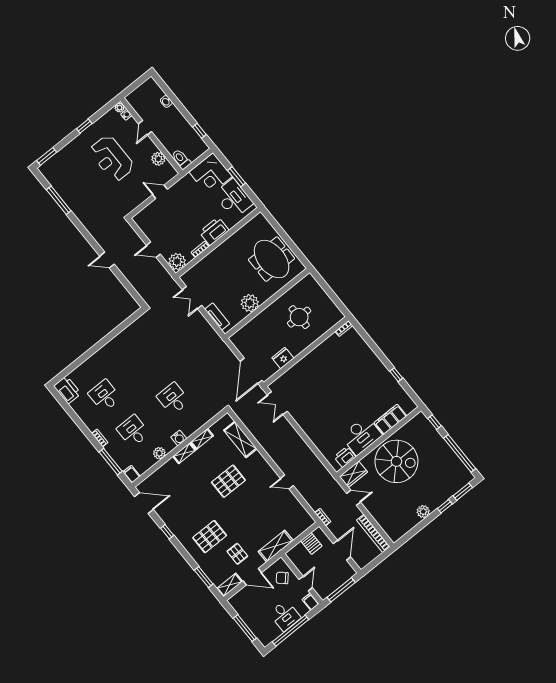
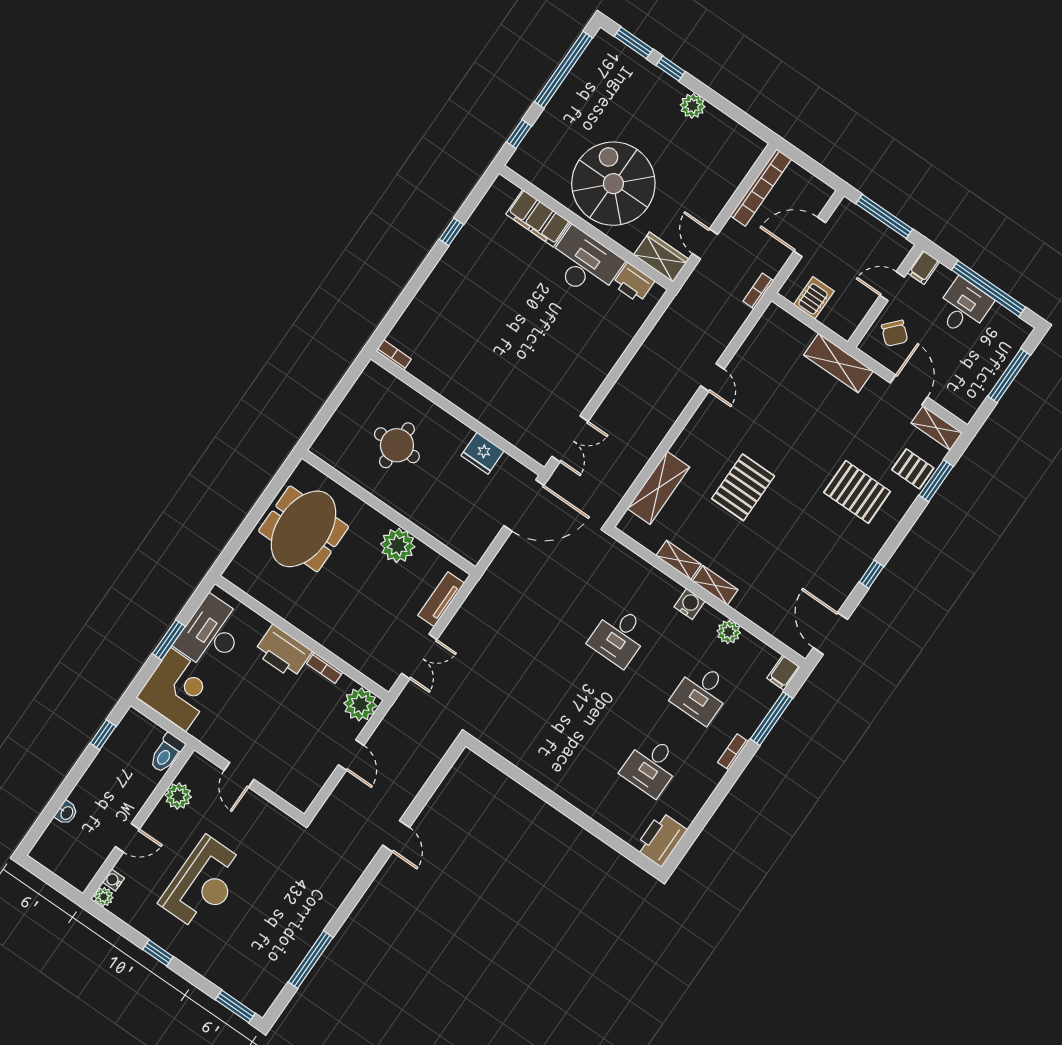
pallet: (228, 481) -> (743, 487), turned 90
pallet: (237, 554) -> (913, 469), moved, turned 90

